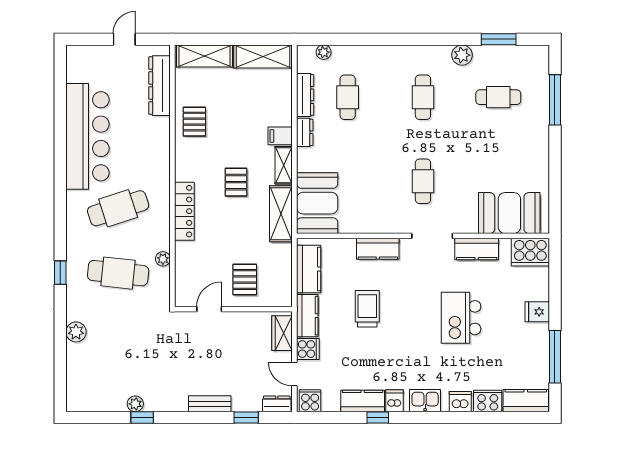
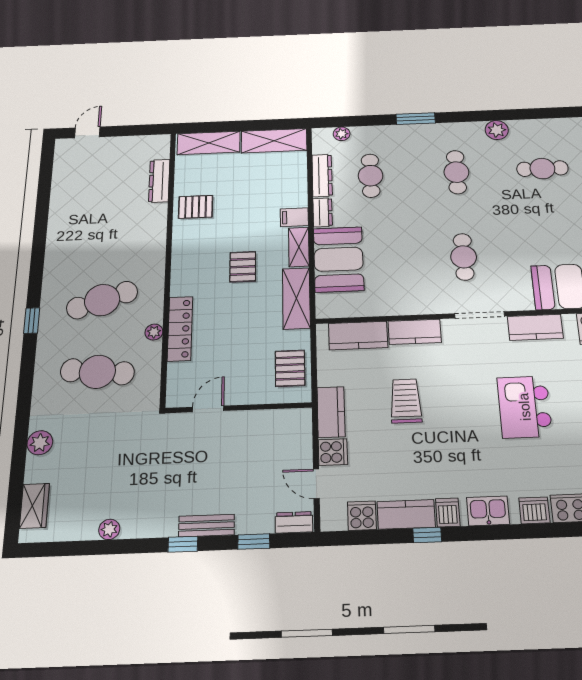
door: (124, 39) -> (87, 132), moved
window: (499, 39) -> (416, 119), moved
dresser: (160, 86) -> (159, 181), width x0.73, depth x0.80
pallet: (194, 122) -> (196, 207), turned 90
bar counter: (87, 136) -> (72, 227), removed
booth: (317, 203) -> (338, 259), moved
locker: (184, 211) -> (180, 329), moved
plant: (163, 259) -> (154, 332), moved
kitchen counter: (309, 269) -> (358, 336), moved, turned 90
window: (60, 273) -> (32, 321), moved
pallet: (245, 279) -> (290, 368), moved
wardrobe: (282, 333) -> (34, 506), moved, turned 180
cooker: (310, 401) -> (362, 516), moved
window: (142, 417) -> (183, 544), moved

